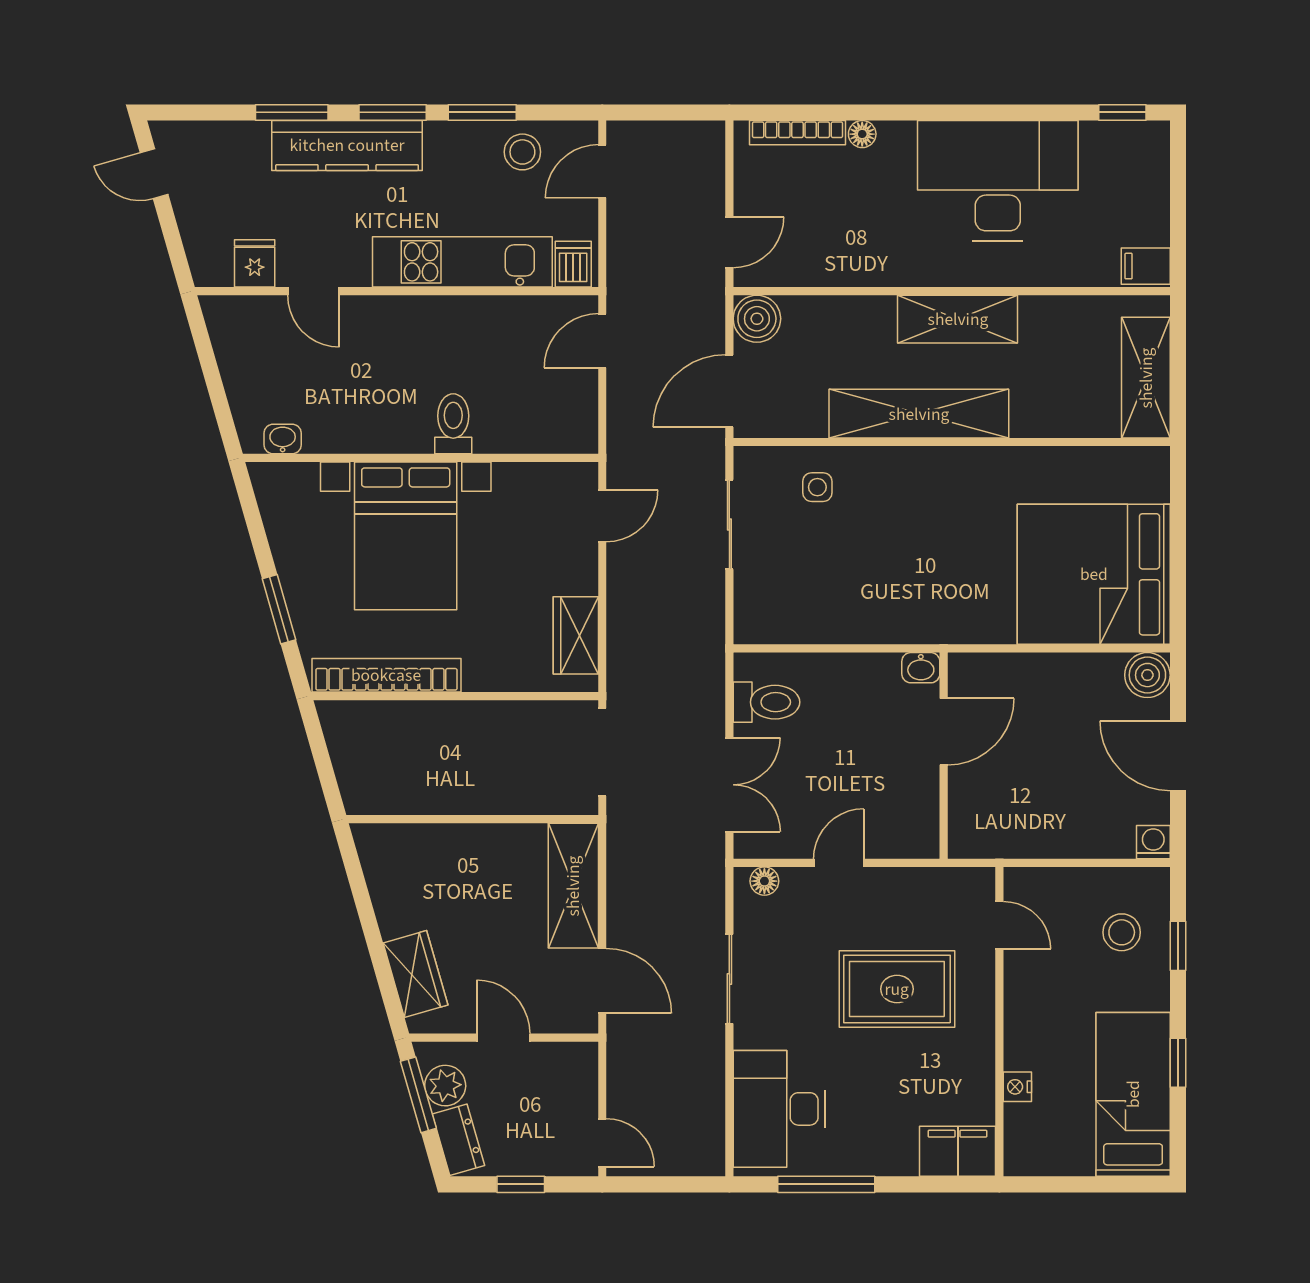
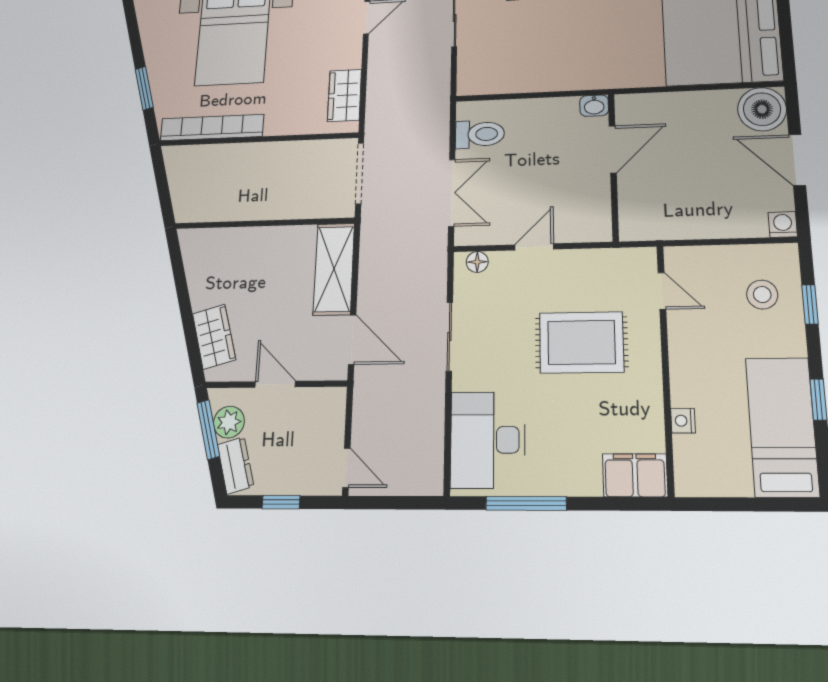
boiler: (1147, 675) -> (762, 109), width x1.37, depth x1.37

